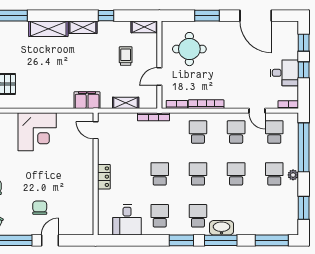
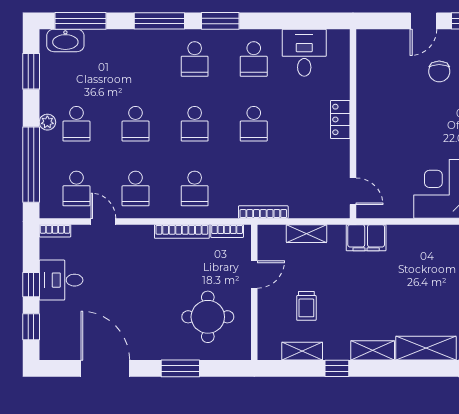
shelving: (144, 27) -> (302, 351), moved
washbasin: (222, 228) -> (65, 40), moved

